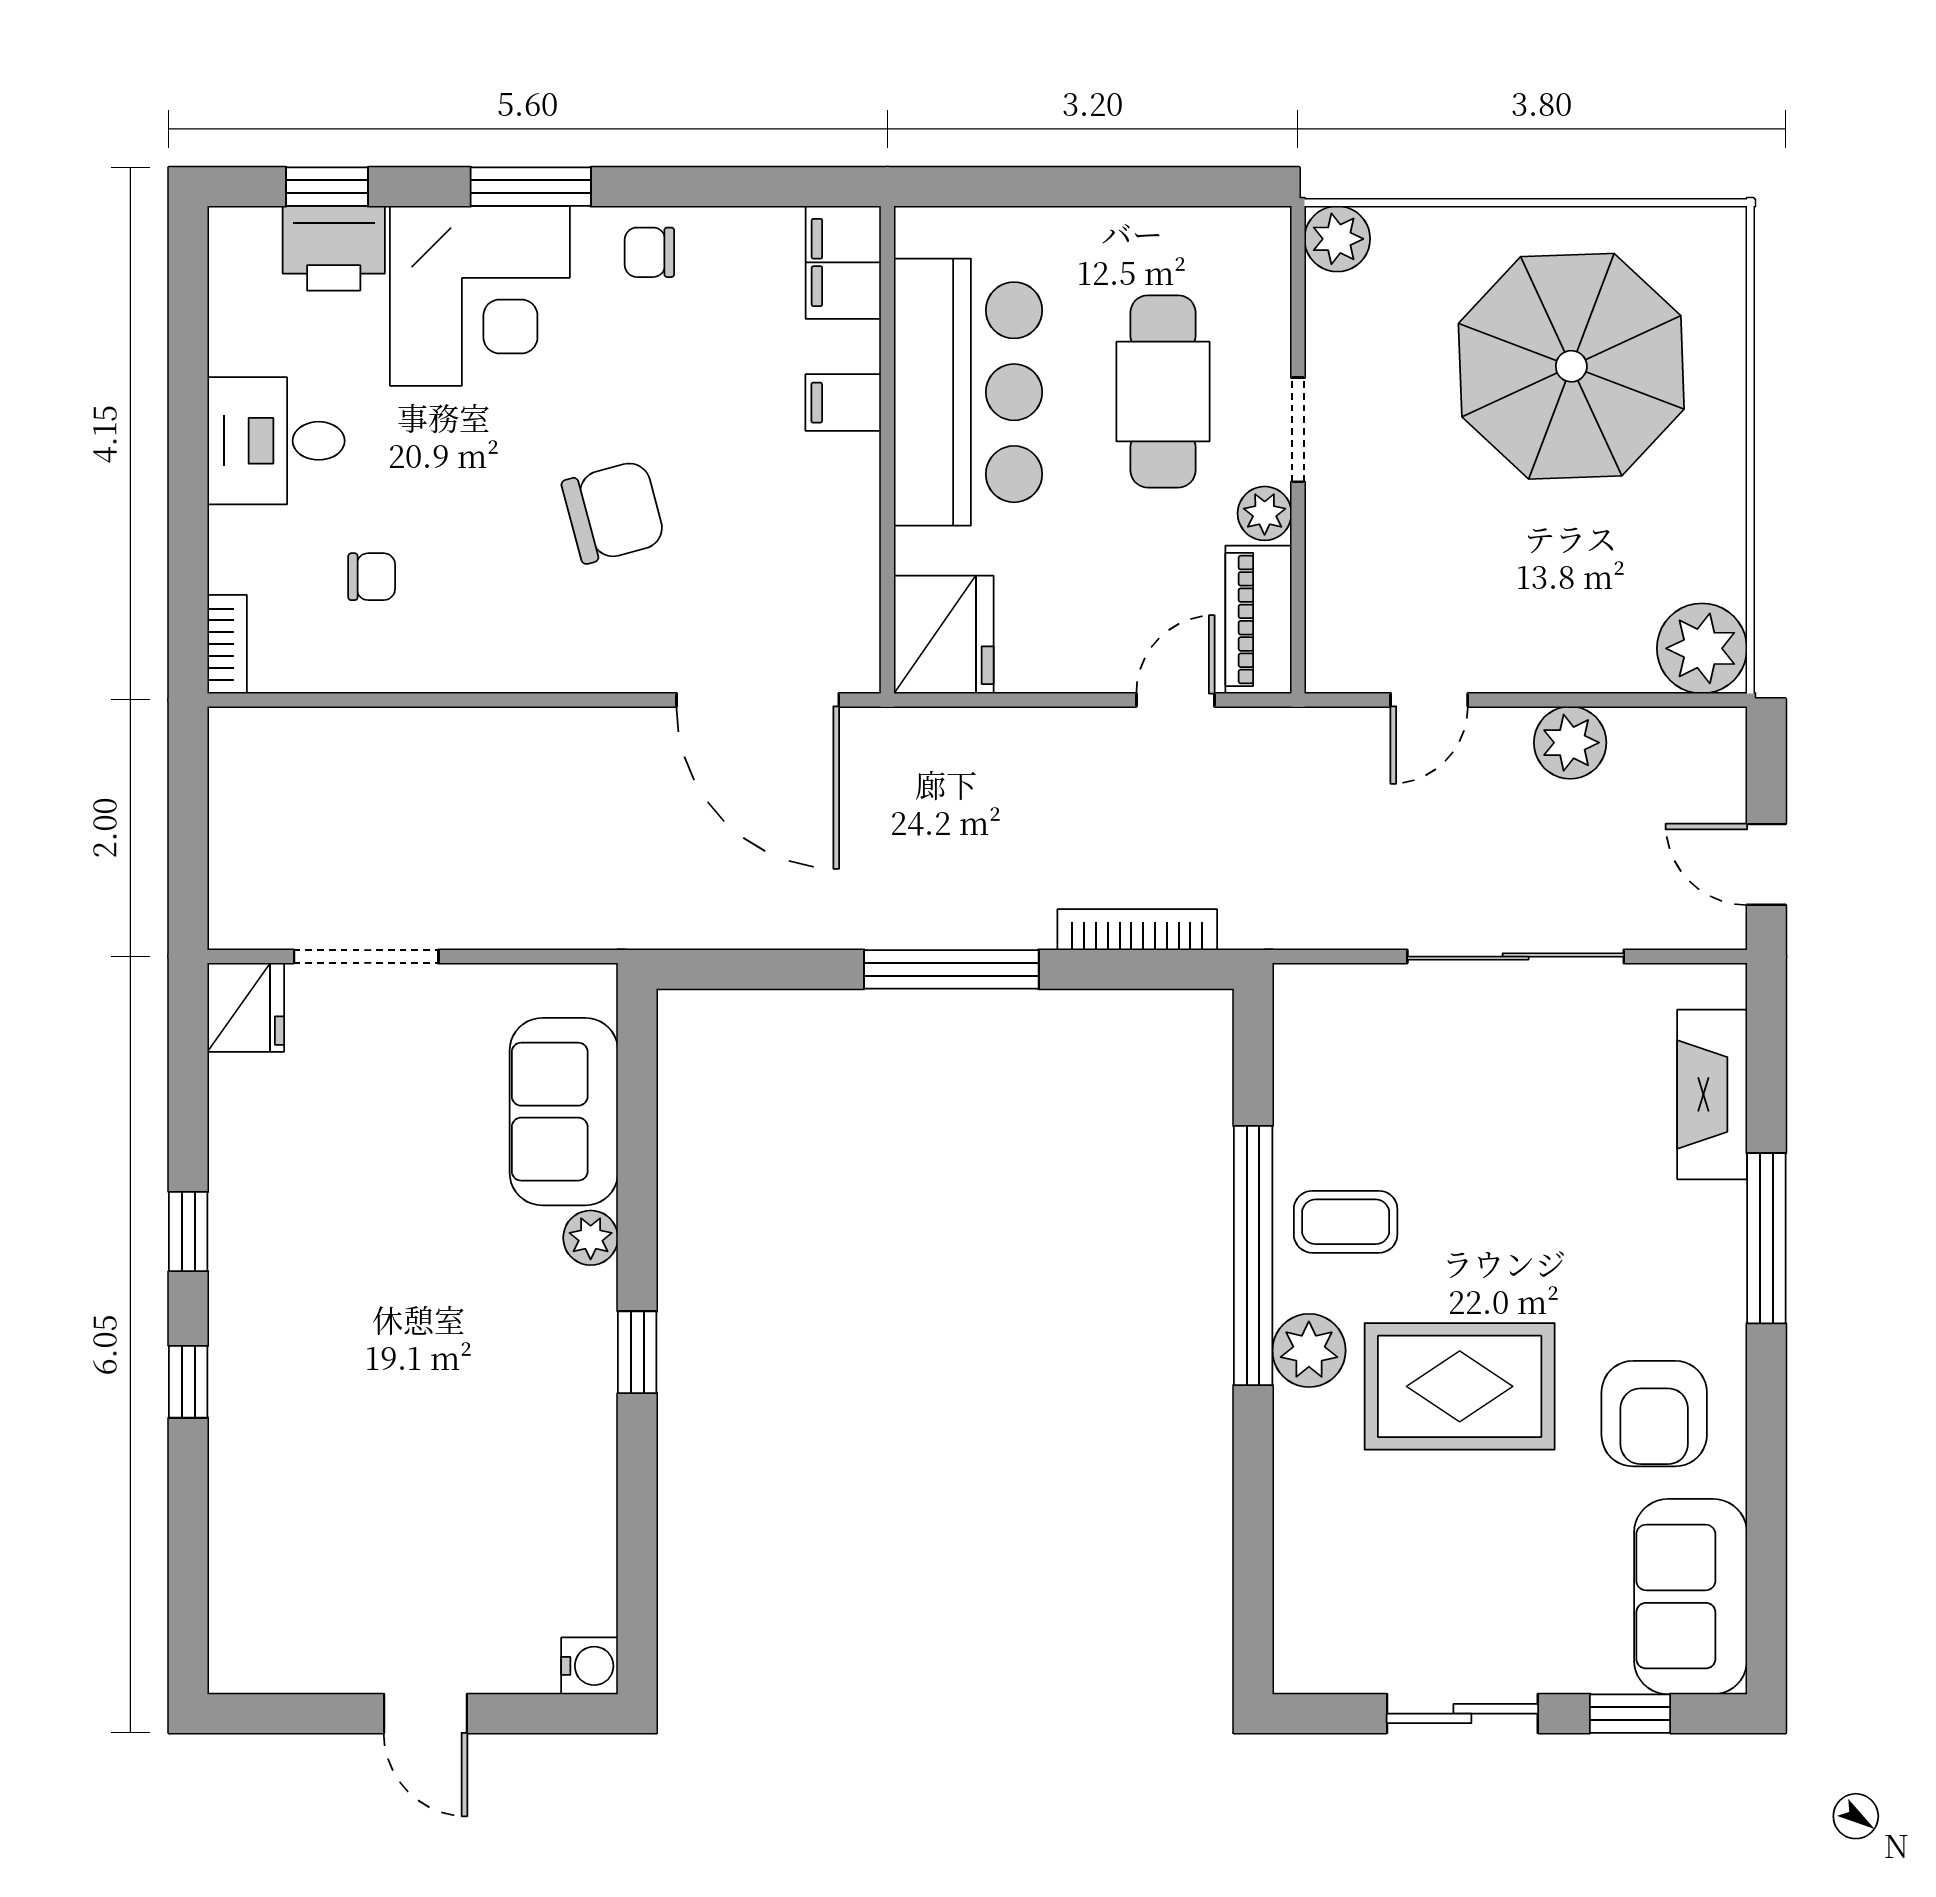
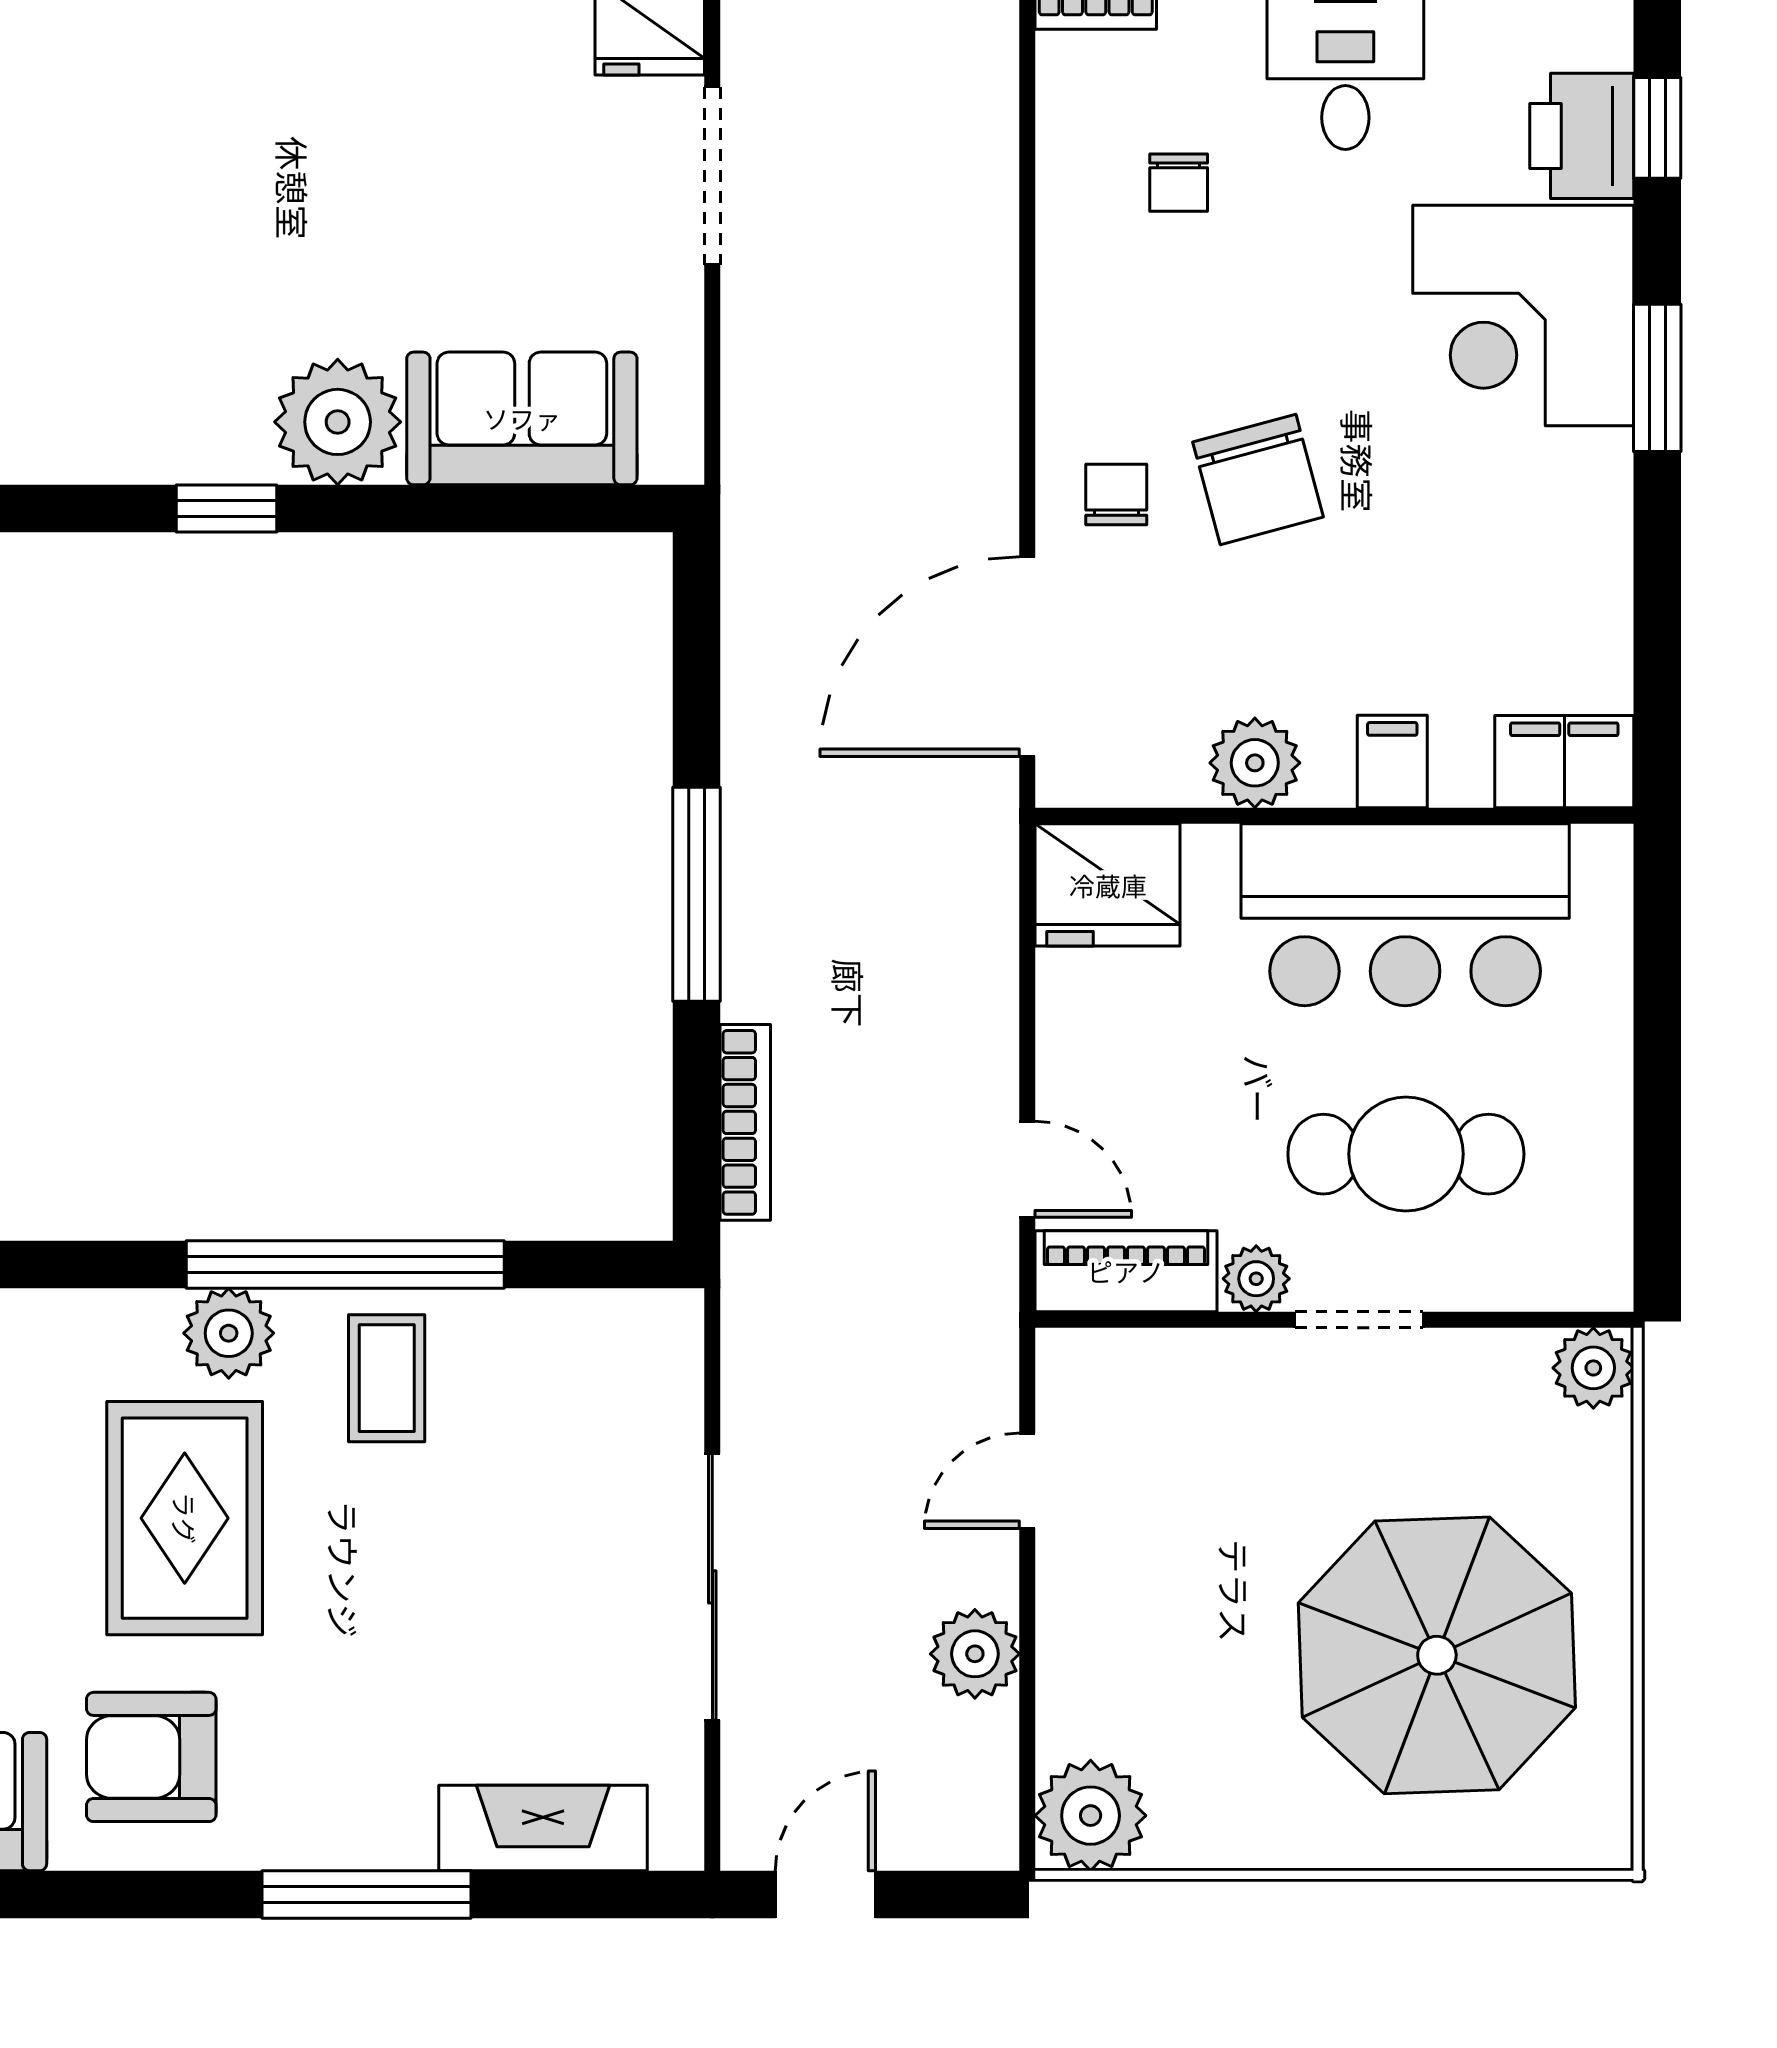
chair: (649, 252) -> (1116, 494), moved
plant: (844, 515) -> (1255, 763), added
door: (1429, 700) -> (1027, 1481), hinge flipped
plant: (591, 1238) -> (338, 422), width x1.88, depth x1.88

